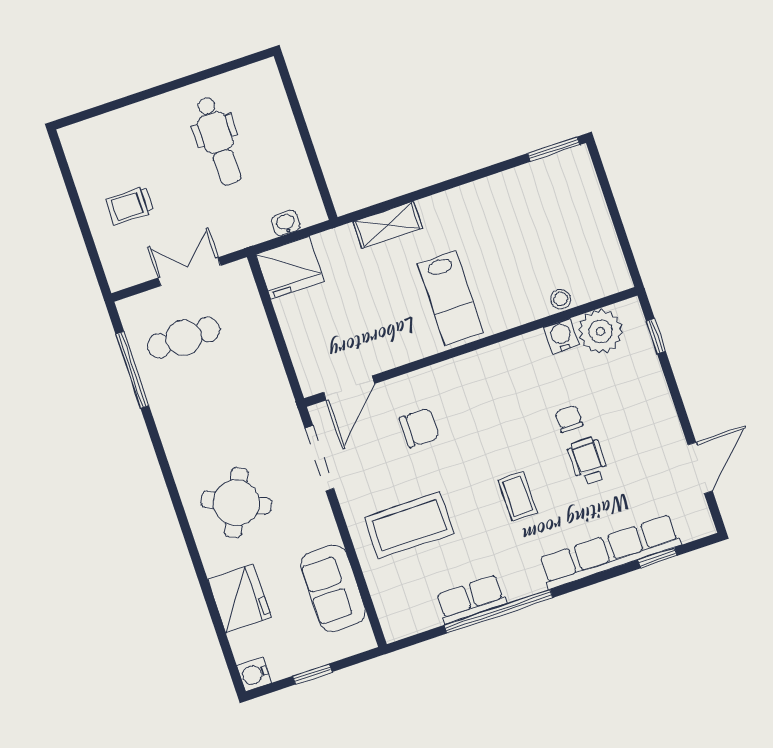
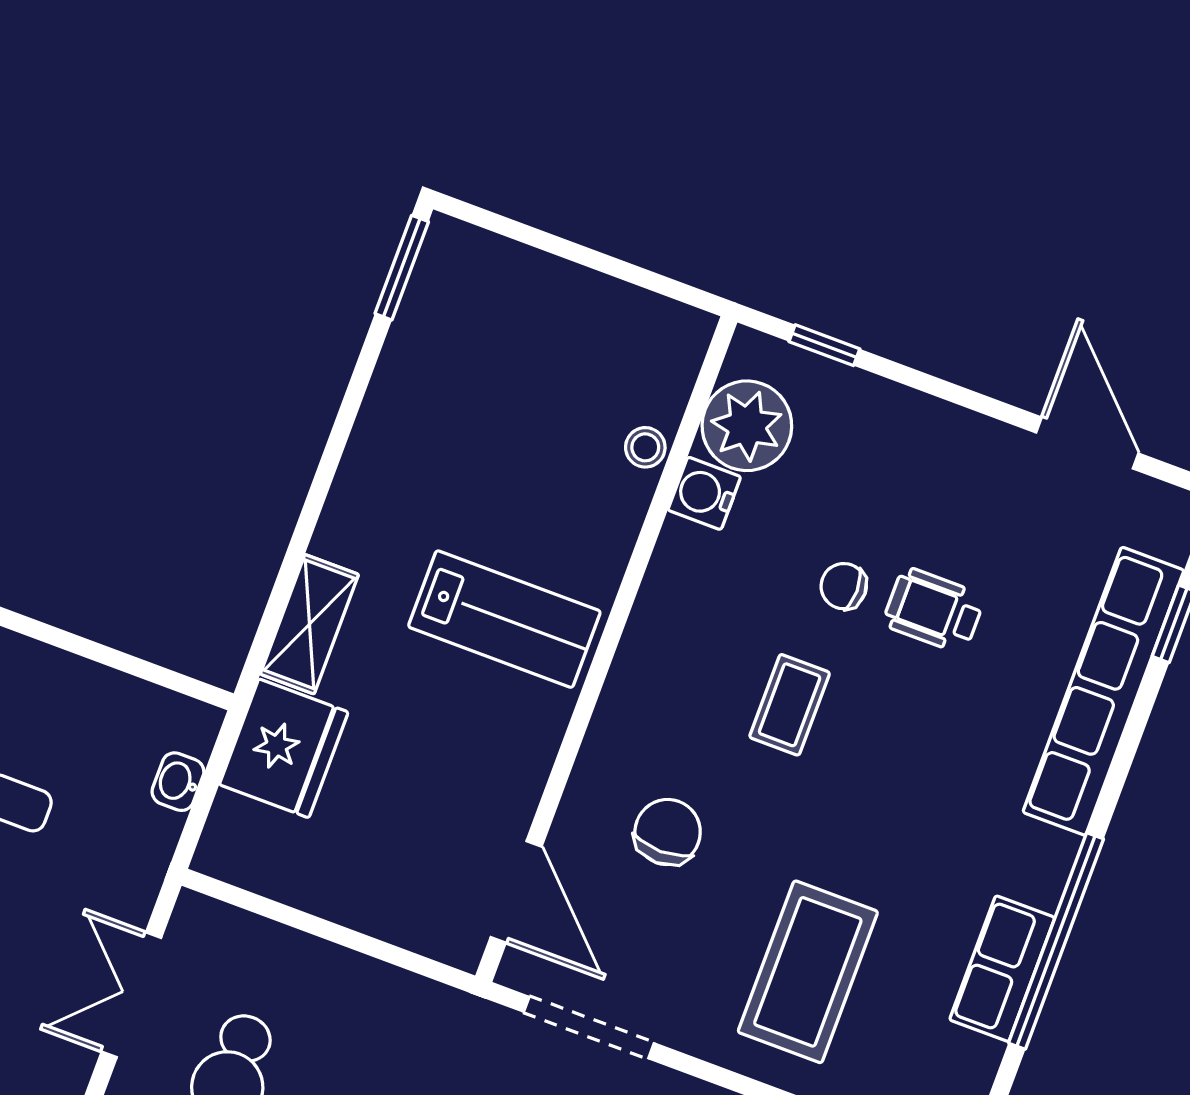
fridge: (290, 268) -> (284, 748), moved
coffee table: (518, 496) -> (790, 705), moved, turned 90

